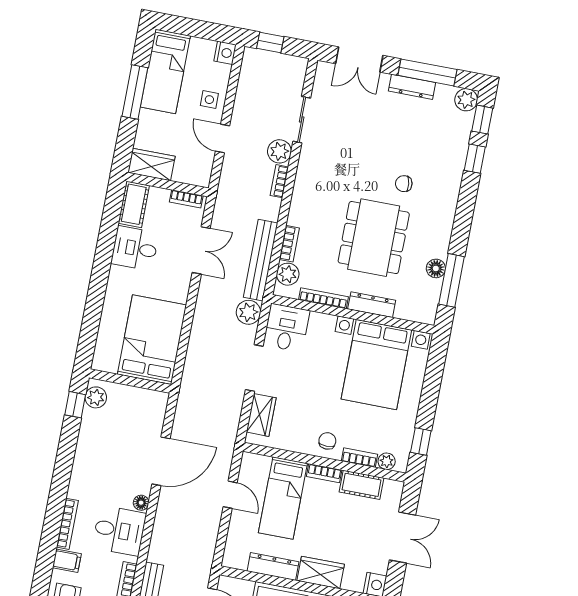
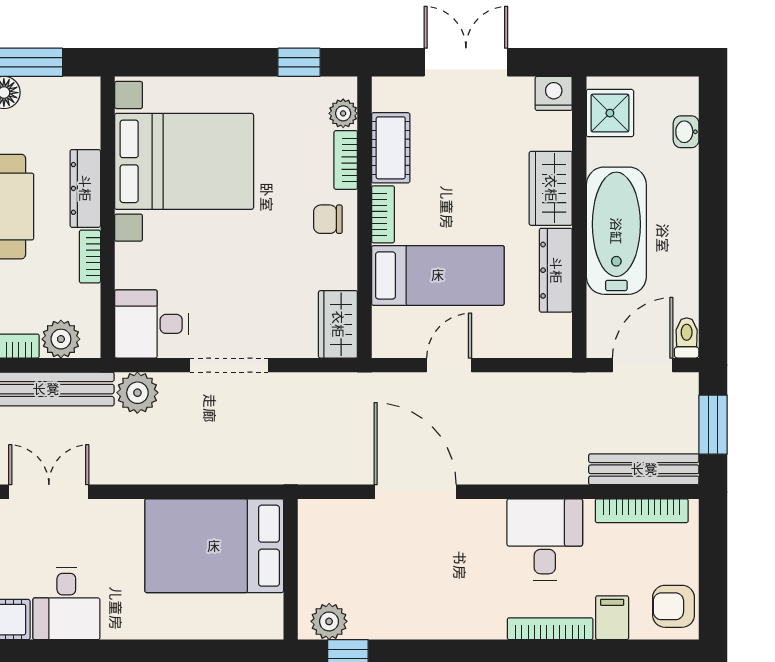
bookcase: (323, 298) -> (90, 257), width x0.64
wardrobe: (261, 415) -> (338, 324), moved, turned -90
floor lamp: (141, 503) -> (491, 512), removed

